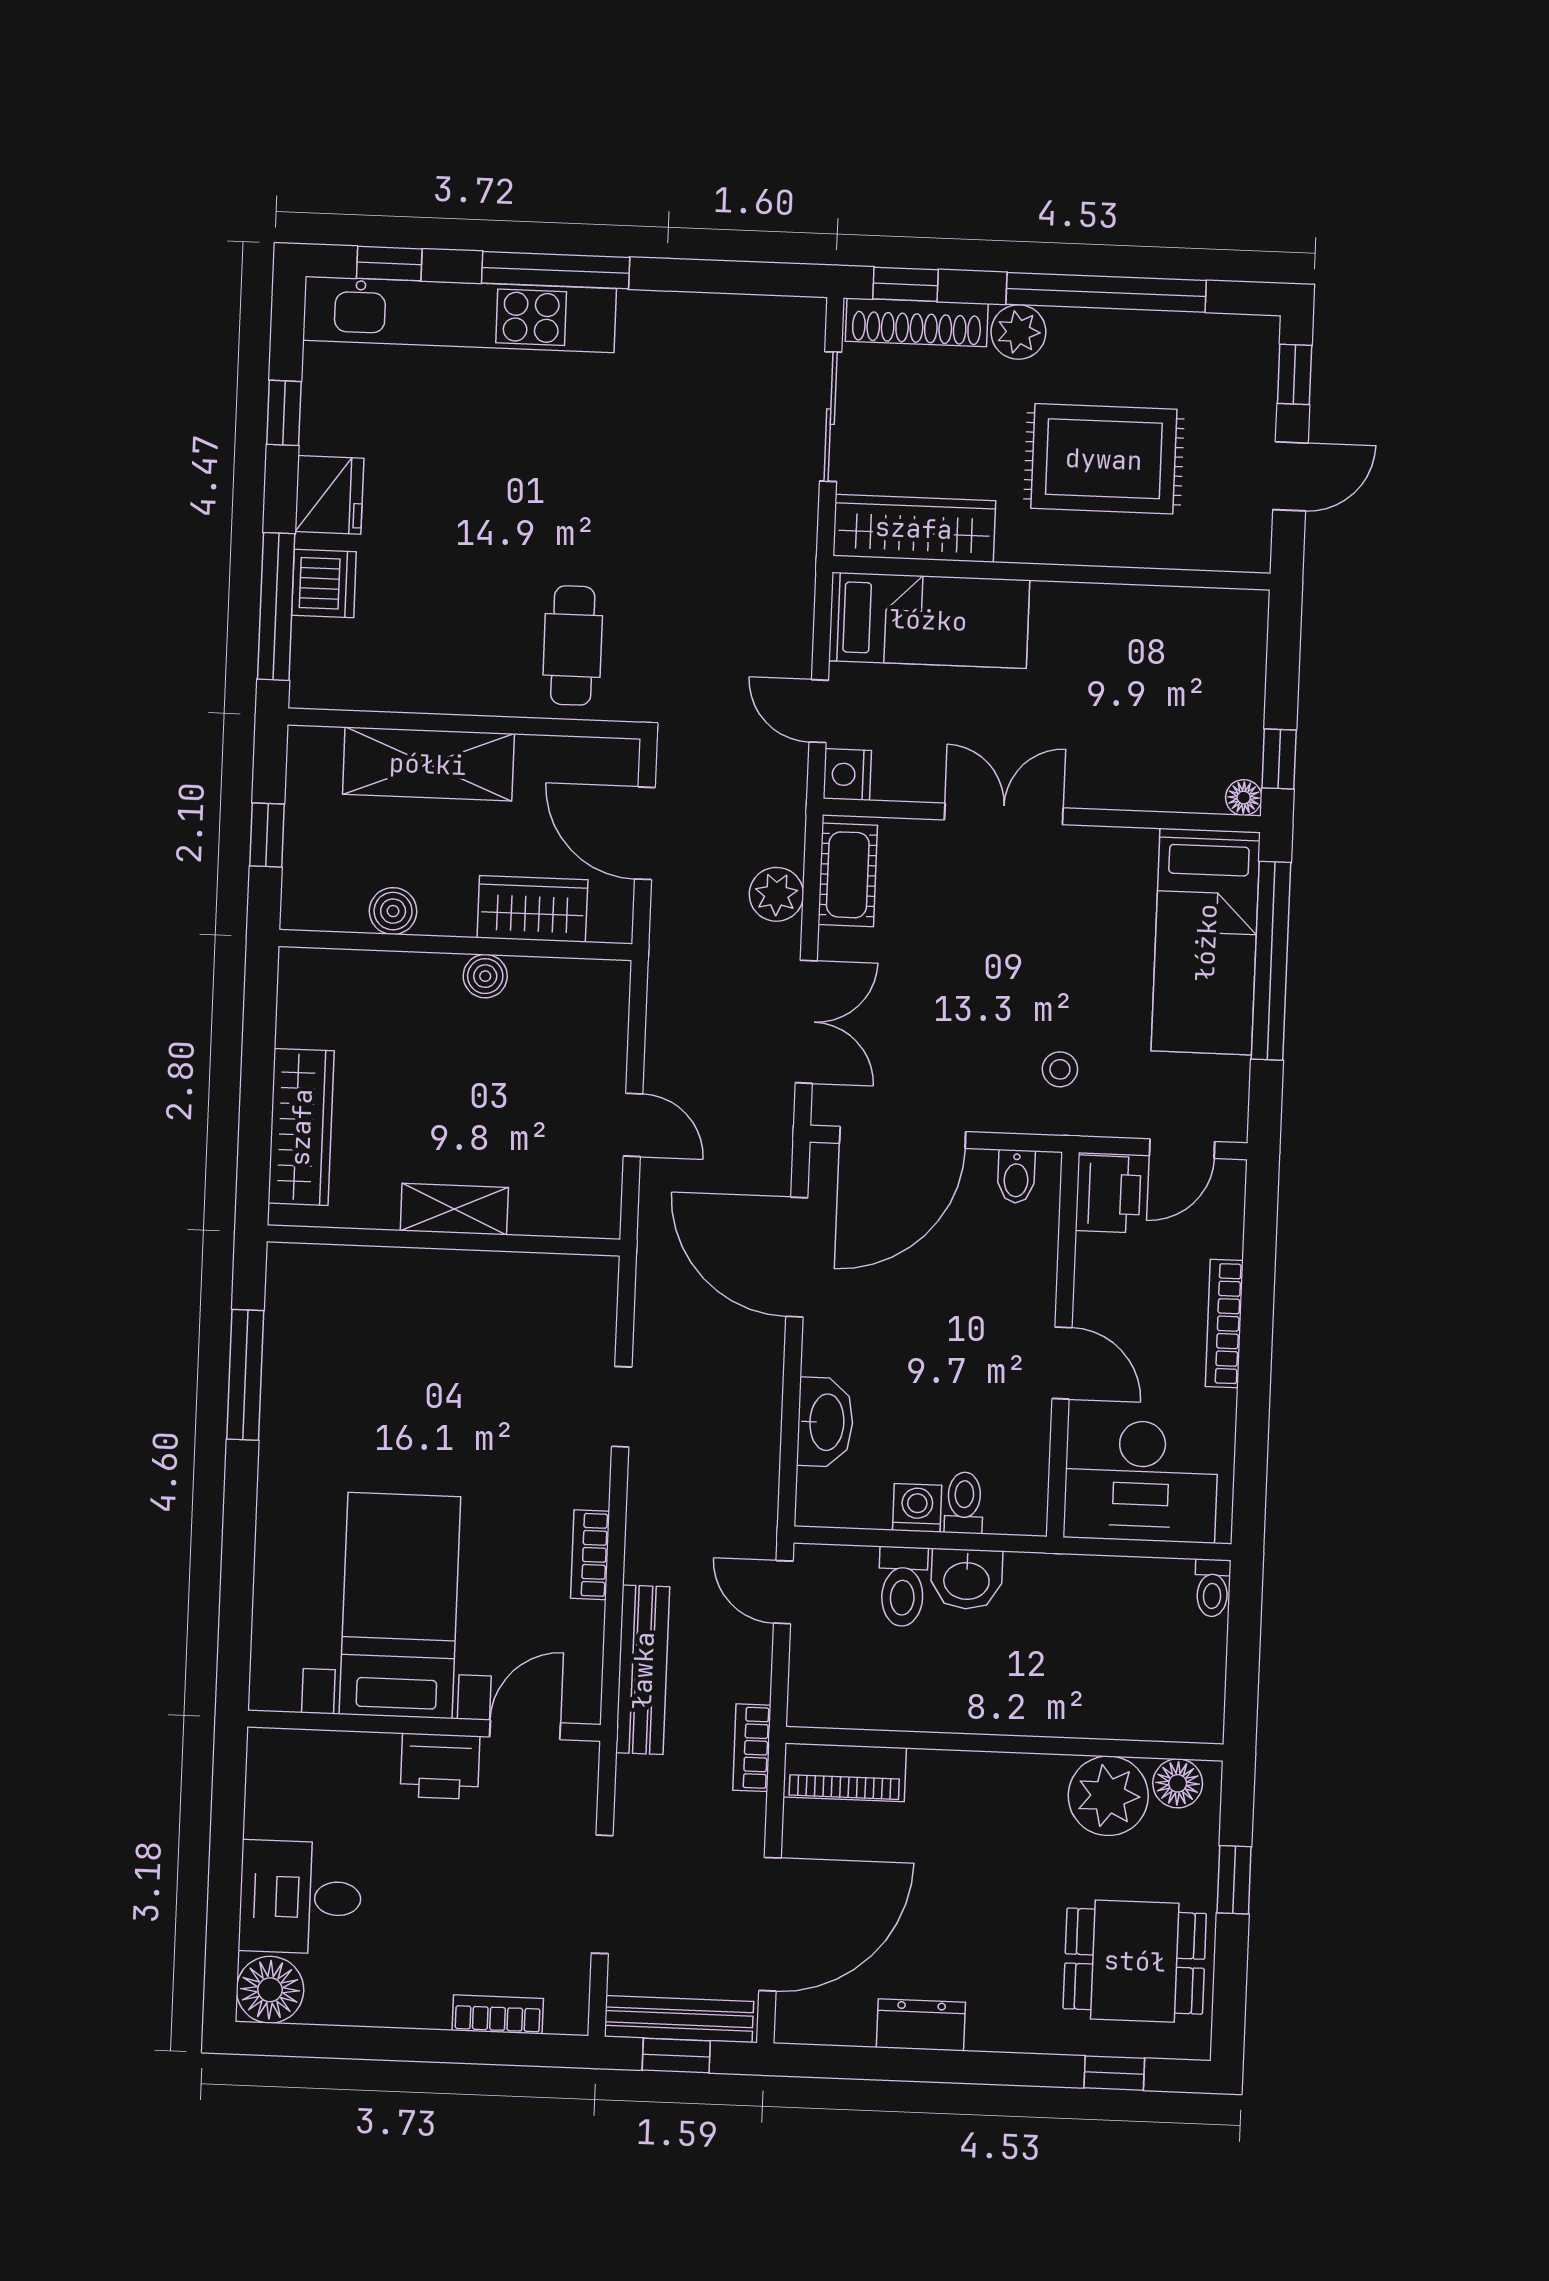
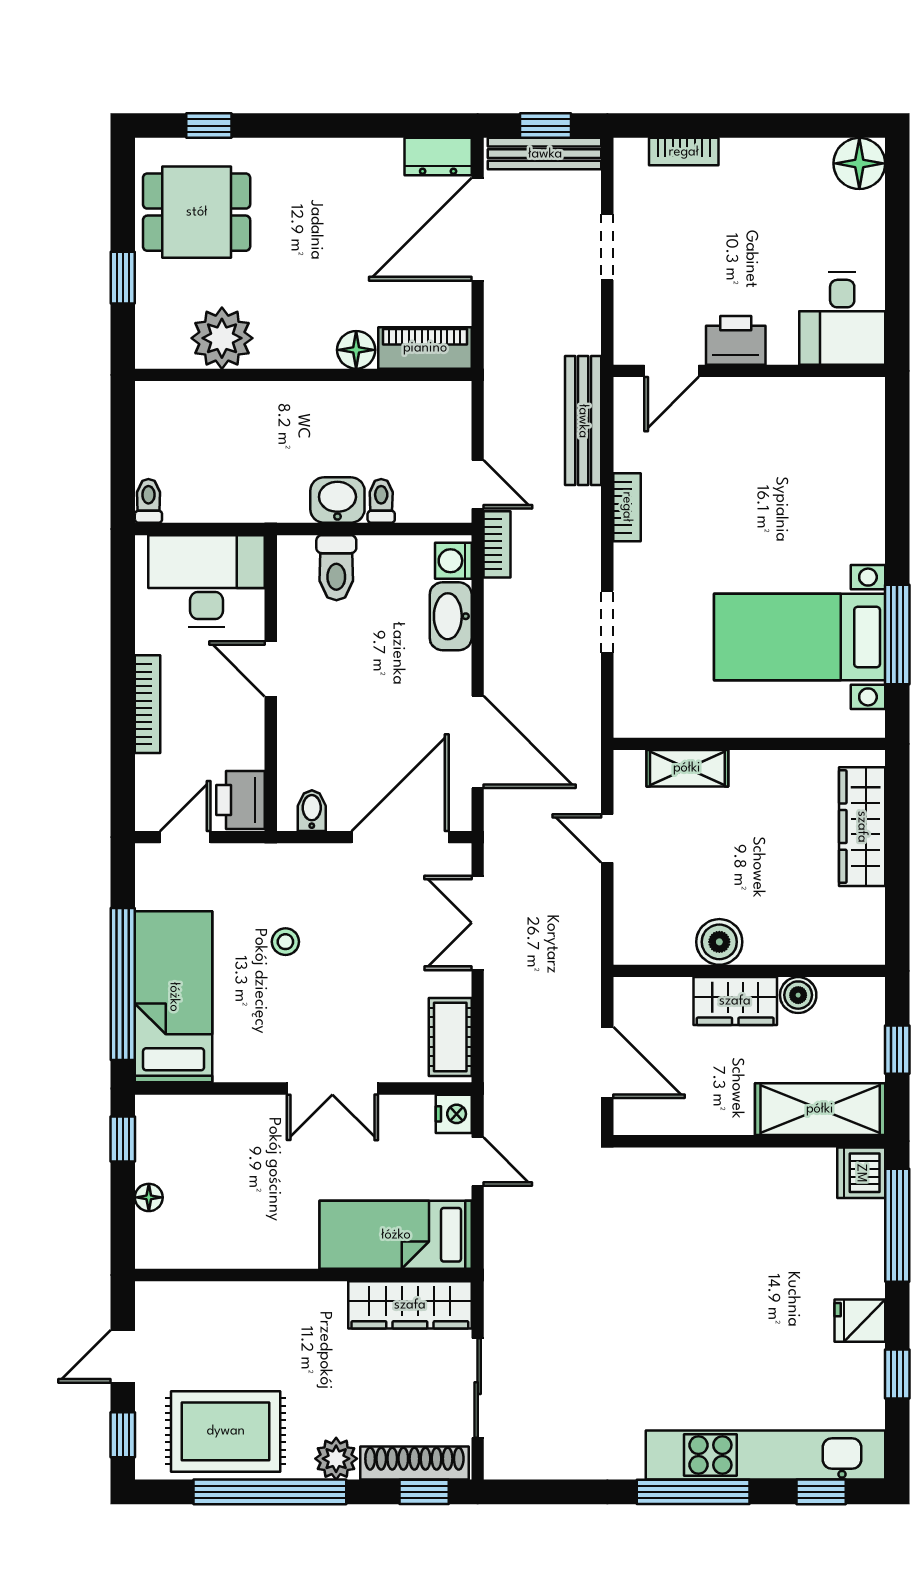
rug: (1104, 459) -> (226, 1431), moved
fridge: (329, 495) -> (860, 1321), width x0.72
dishwasher: (324, 583) -> (861, 1173), moved
cafe table: (573, 645) -> (668, 1204), removed
shelving: (428, 764) -> (820, 1109), moved
floor lamp: (1244, 798) -> (149, 1197), moved
plant: (776, 894) -> (504, 1020), removed
wardrobe: (532, 909) -> (735, 1001), moved
boiler: (485, 976) -> (719, 942), width x1.36, depth x1.36
stool: (1060, 1069) -> (285, 942), moved
shelving: (454, 1209) -> (687, 768), moved
toilet: (964, 1503) -> (336, 568), width x1.37, depth x1.39
washing machine: (917, 1508) -> (453, 561), moved, turned 90
toilet: (903, 1587) -> (381, 501), width x0.73, depth x0.72
bed with nightstands: (400, 1606) -> (800, 637), moved, turned 90
bookcase: (752, 1748) -> (497, 544), moved
floor lamp: (1178, 1783) -> (356, 350), moved
doorway: (602, 1894) -> (607, 247), width x0.73
desk: (300, 1897) -> (842, 319), moved, turned 90
dresser: (921, 2025) -> (438, 157), moved

